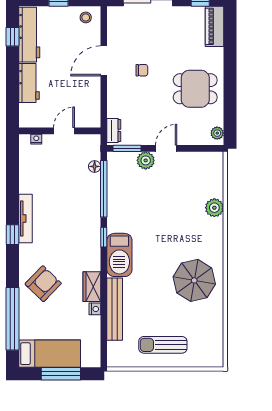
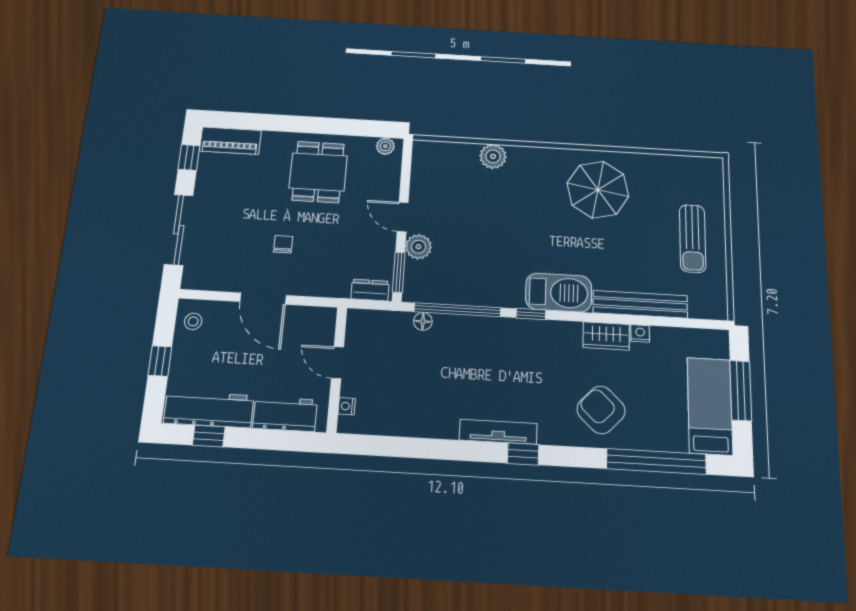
wall: (60, 131) -> (337, 369), moved
door: (64, 131) -> (337, 363), moved
nightstand: (36, 139) -> (347, 406), moved

